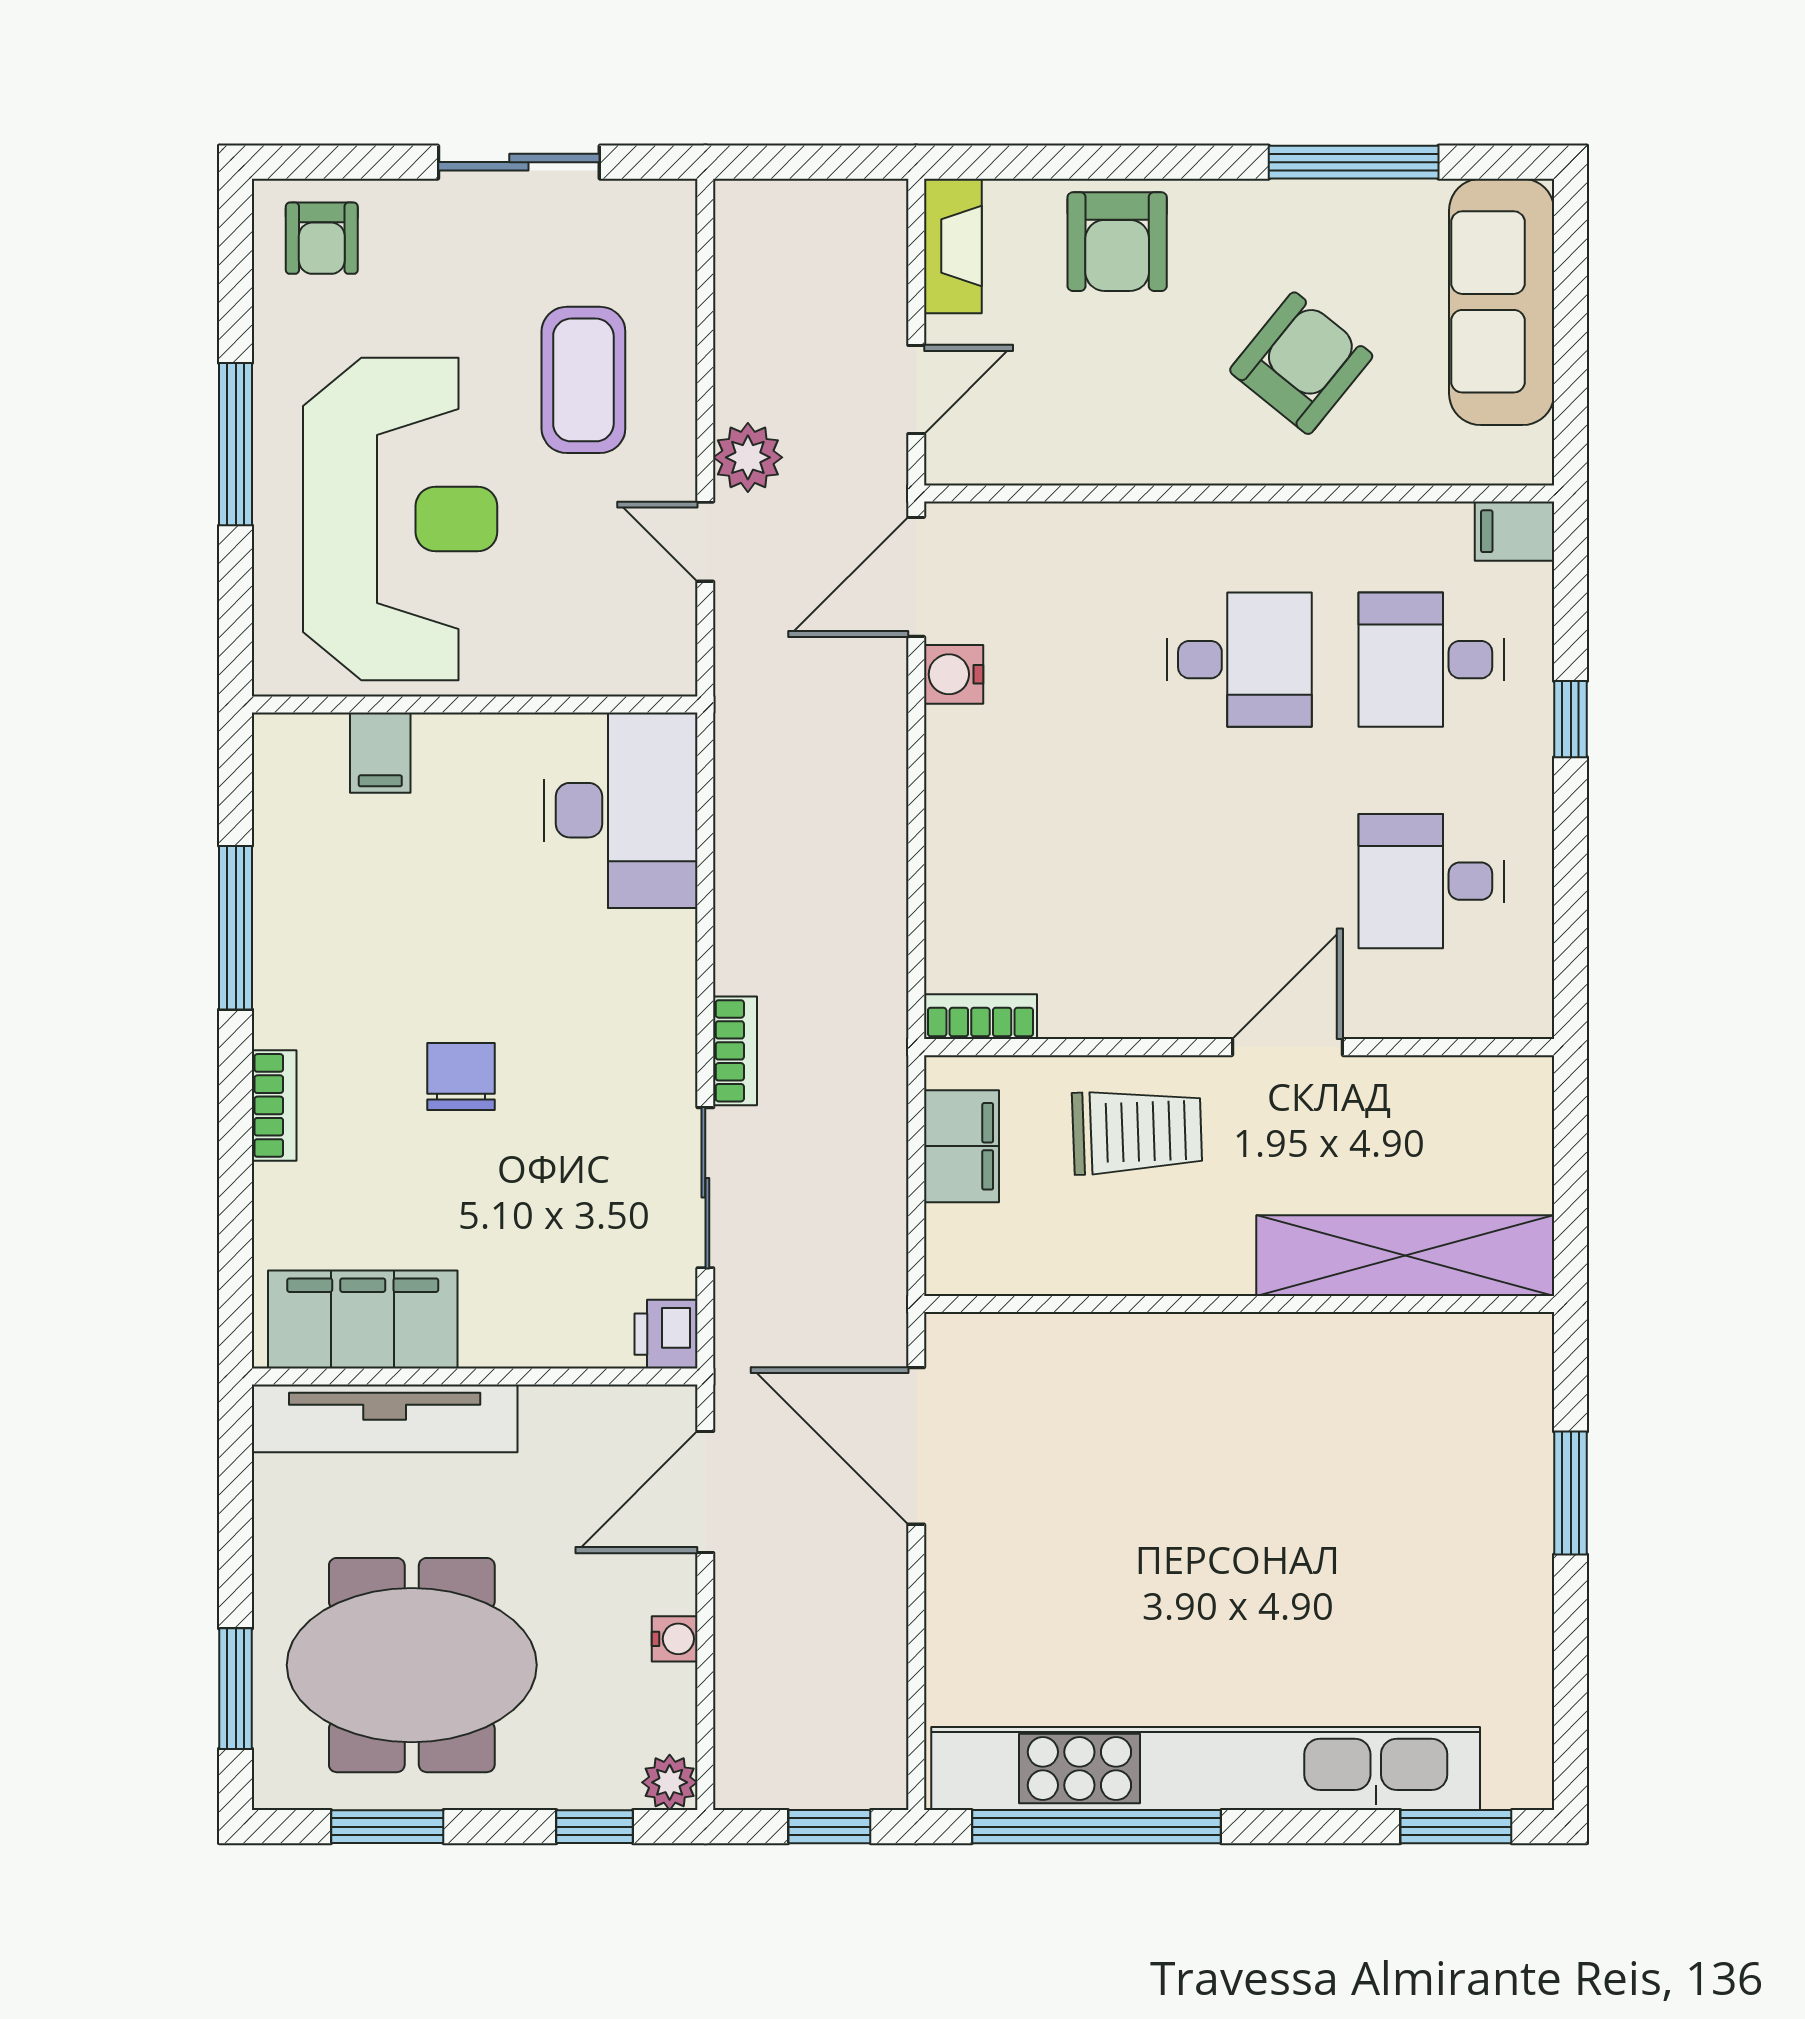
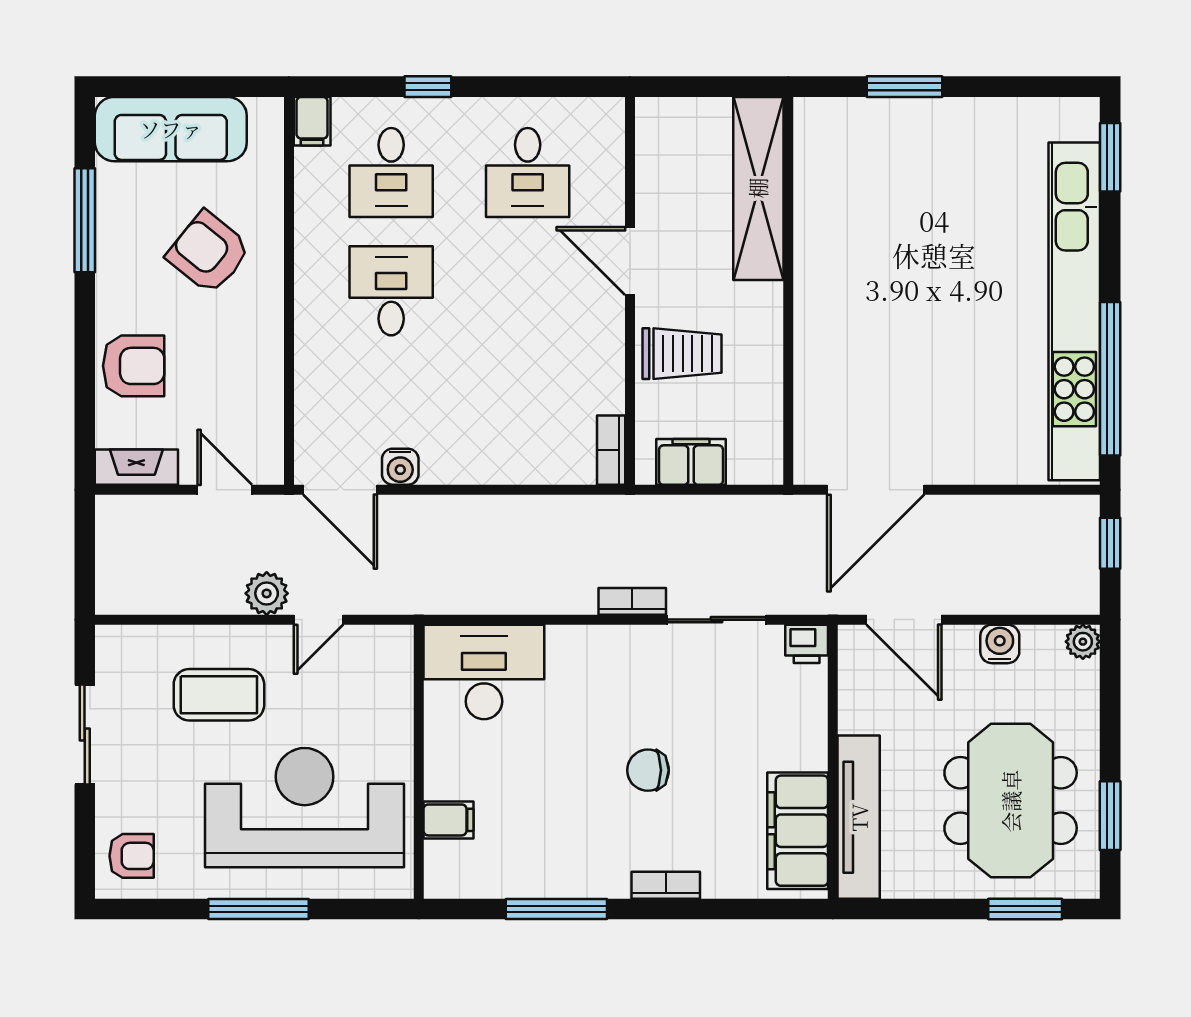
trolley: (1137, 1132) -> (682, 354), turned 92
water cooler: (675, 1639) -> (1000, 644), width x1.38, depth x1.38
window: (595, 1827) -> (1110, 688), removed

